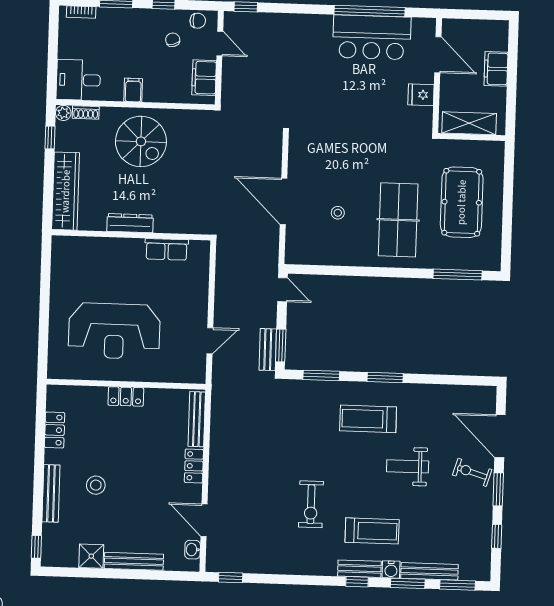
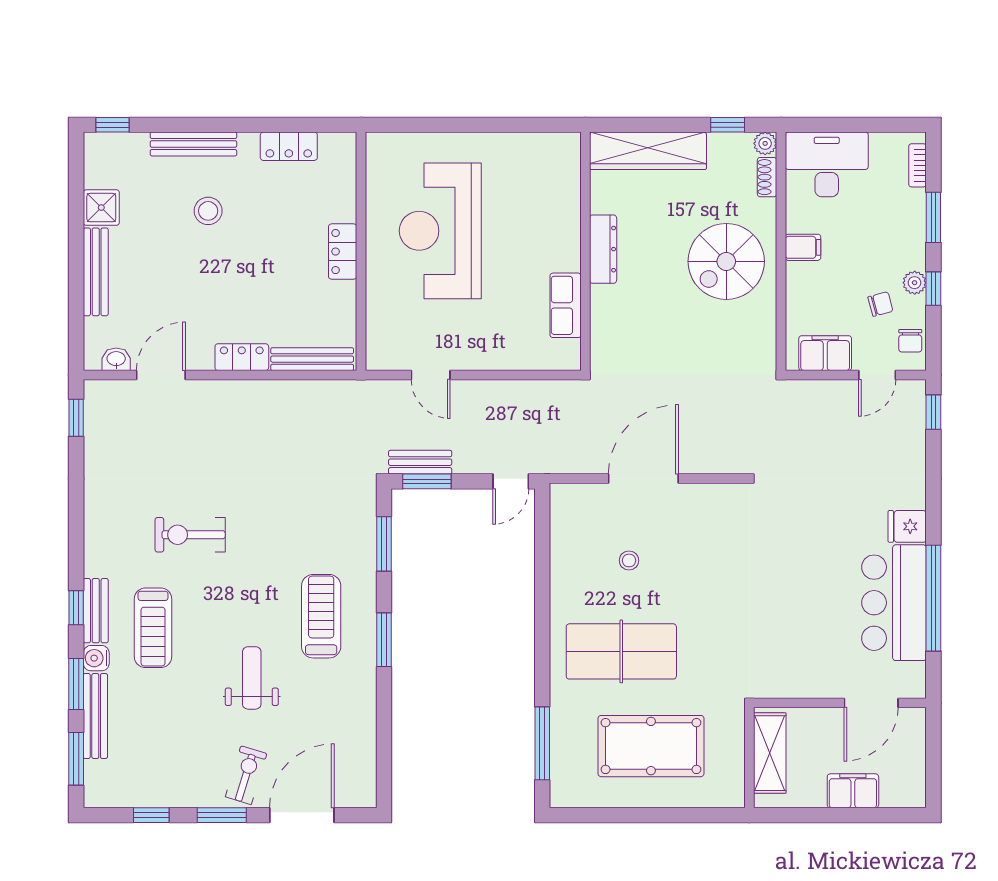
plant: (159, 17) -> (915, 283), added
desk: (78, 80) -> (827, 164), width x1.37
fridge: (421, 95) -> (907, 526), moved, turned -90

